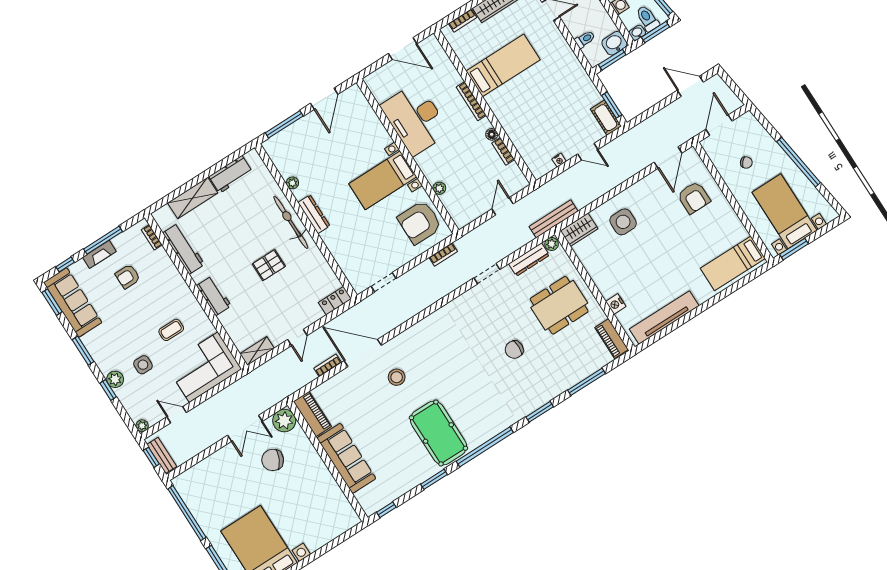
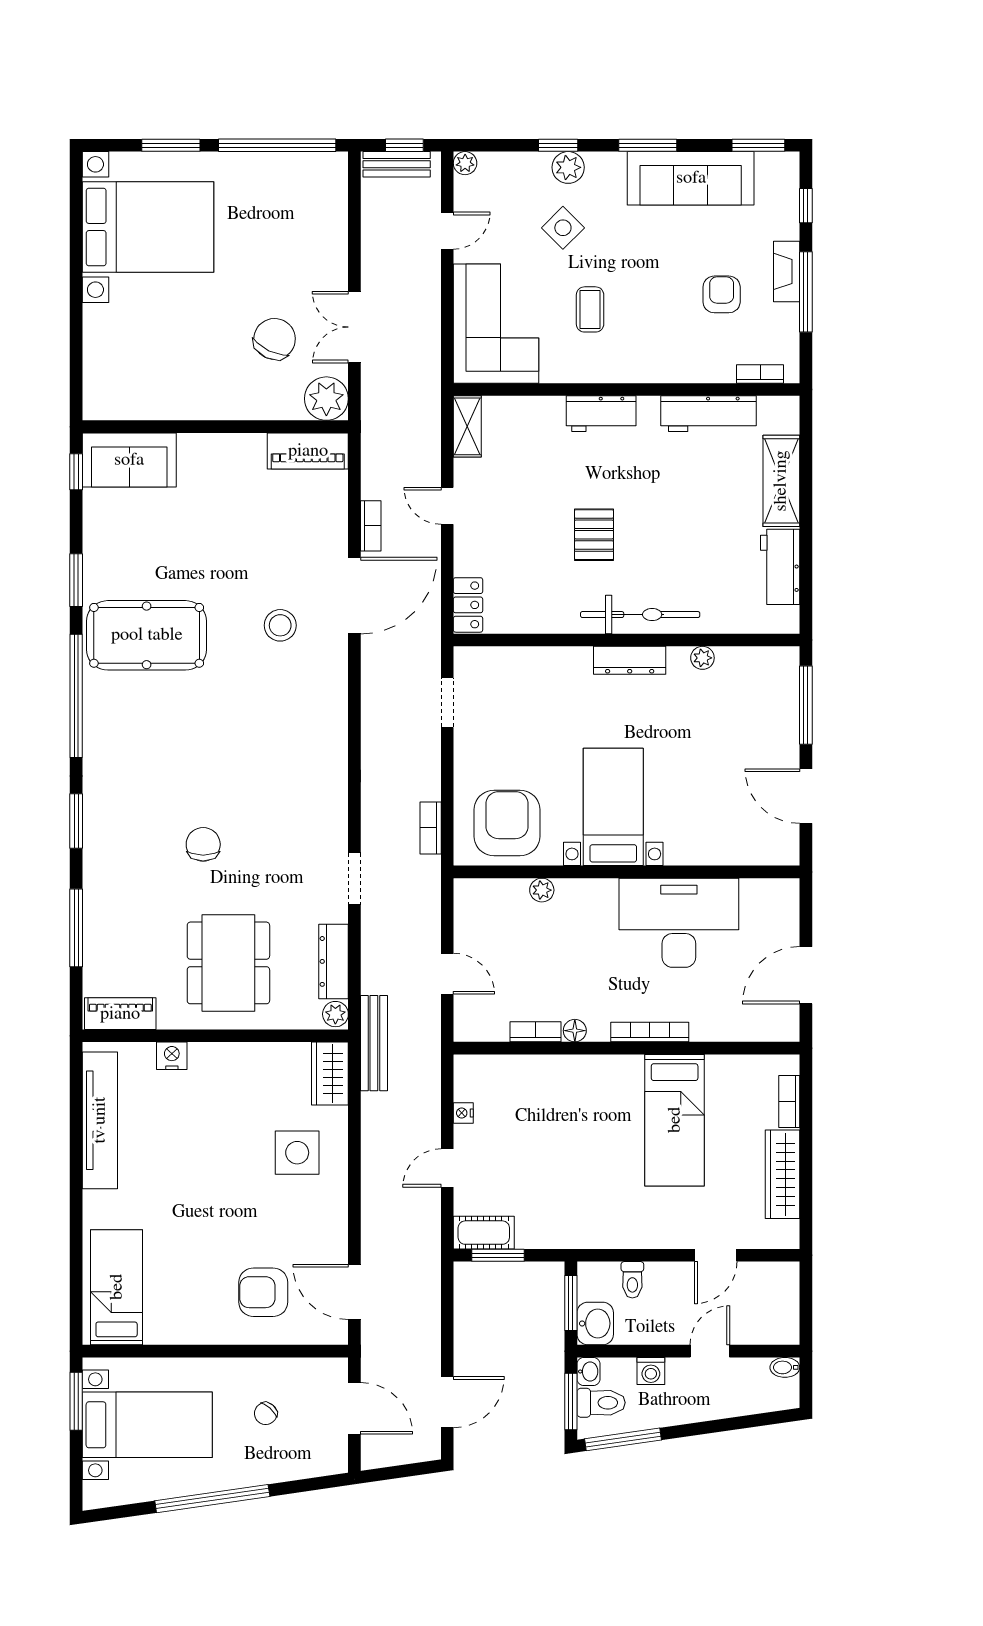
sofa: (73, 302) -> (691, 178), moved
side table: (143, 365) -> (563, 228), turned 45
sofa: (346, 458) -> (129, 460), moved, width x0.73

